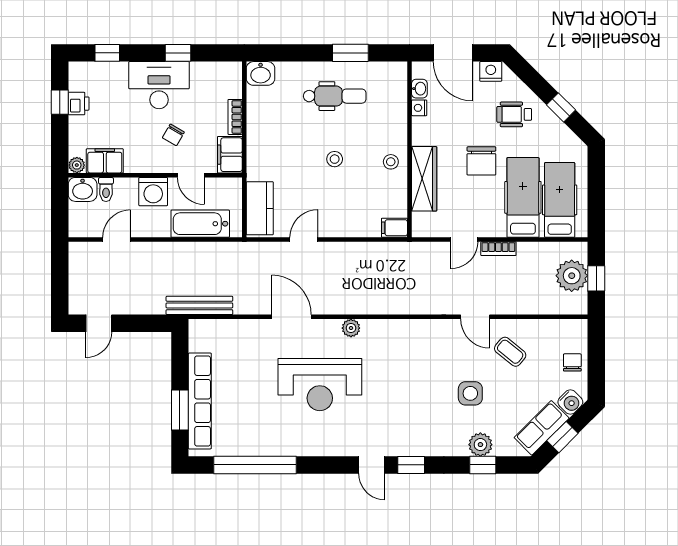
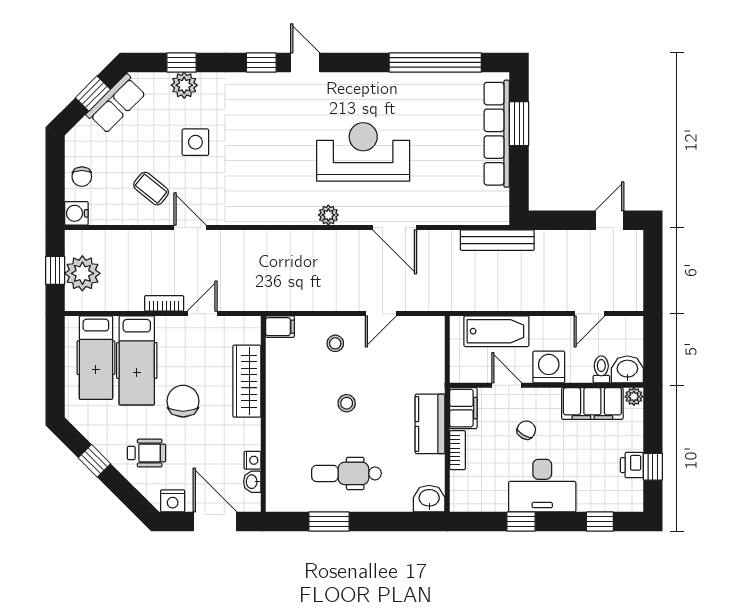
filing cabinet: (105, 161) -> (592, 404), width x1.50, depth x1.17
stool: (391, 162) -> (335, 343), moved
kitchen counter: (260, 208) -> (430, 424), moved
water cooler: (570, 402) -> (76, 213), moved, turned -45

